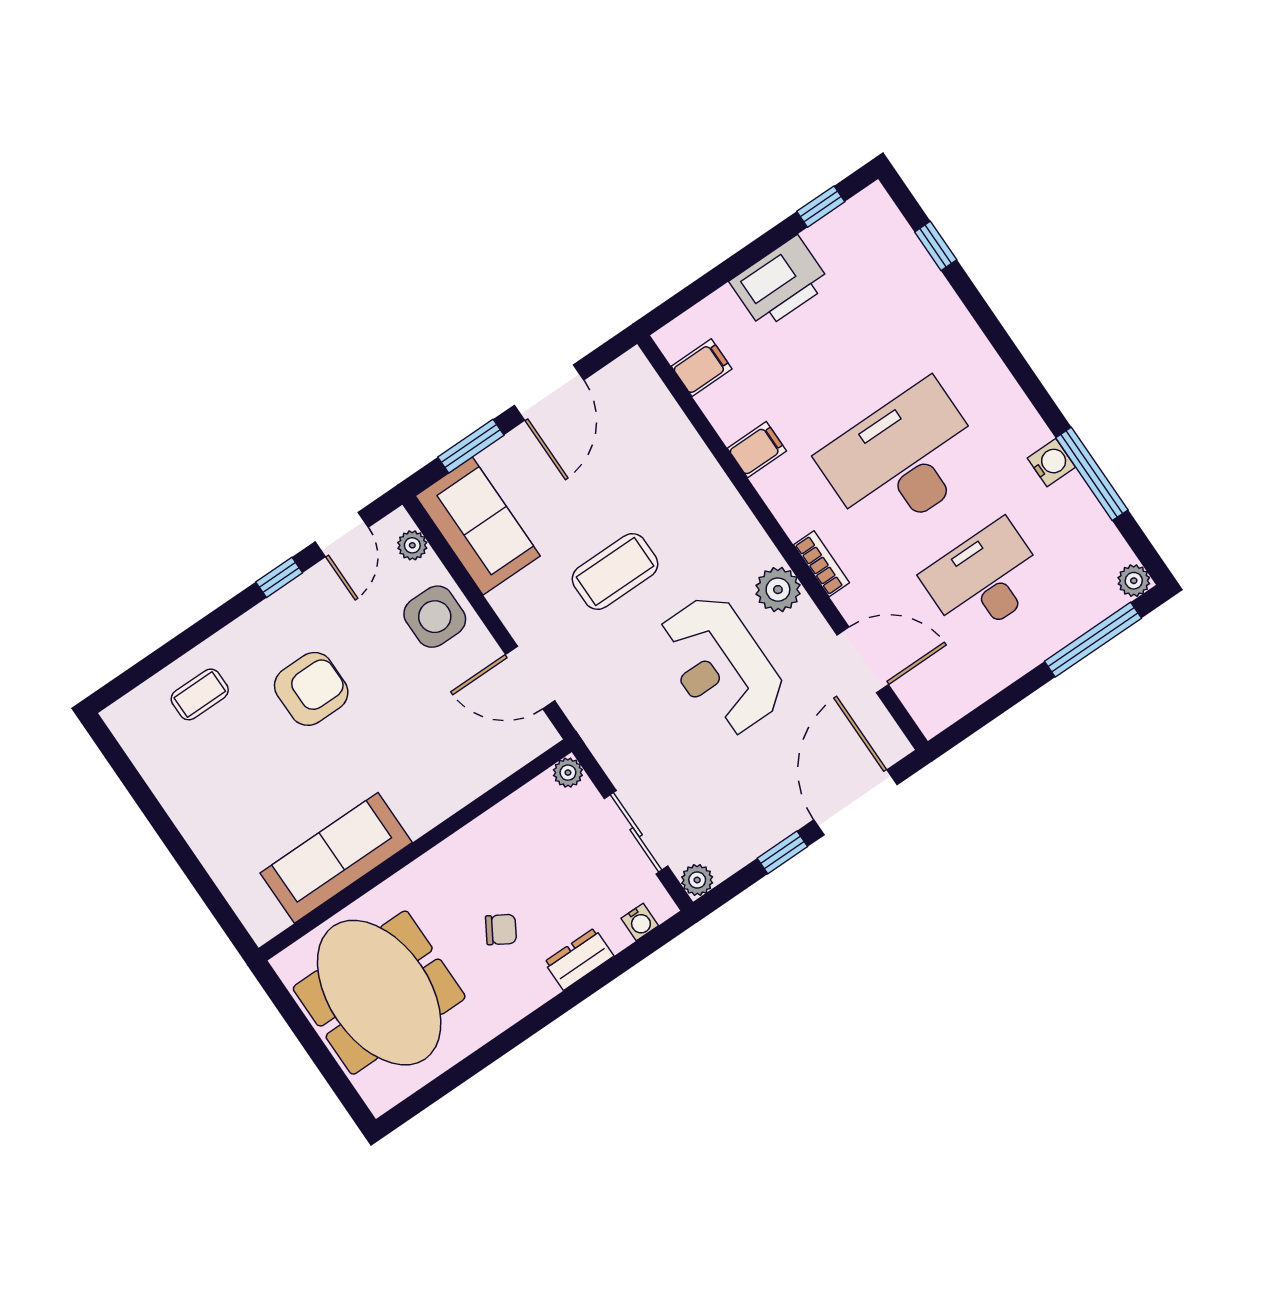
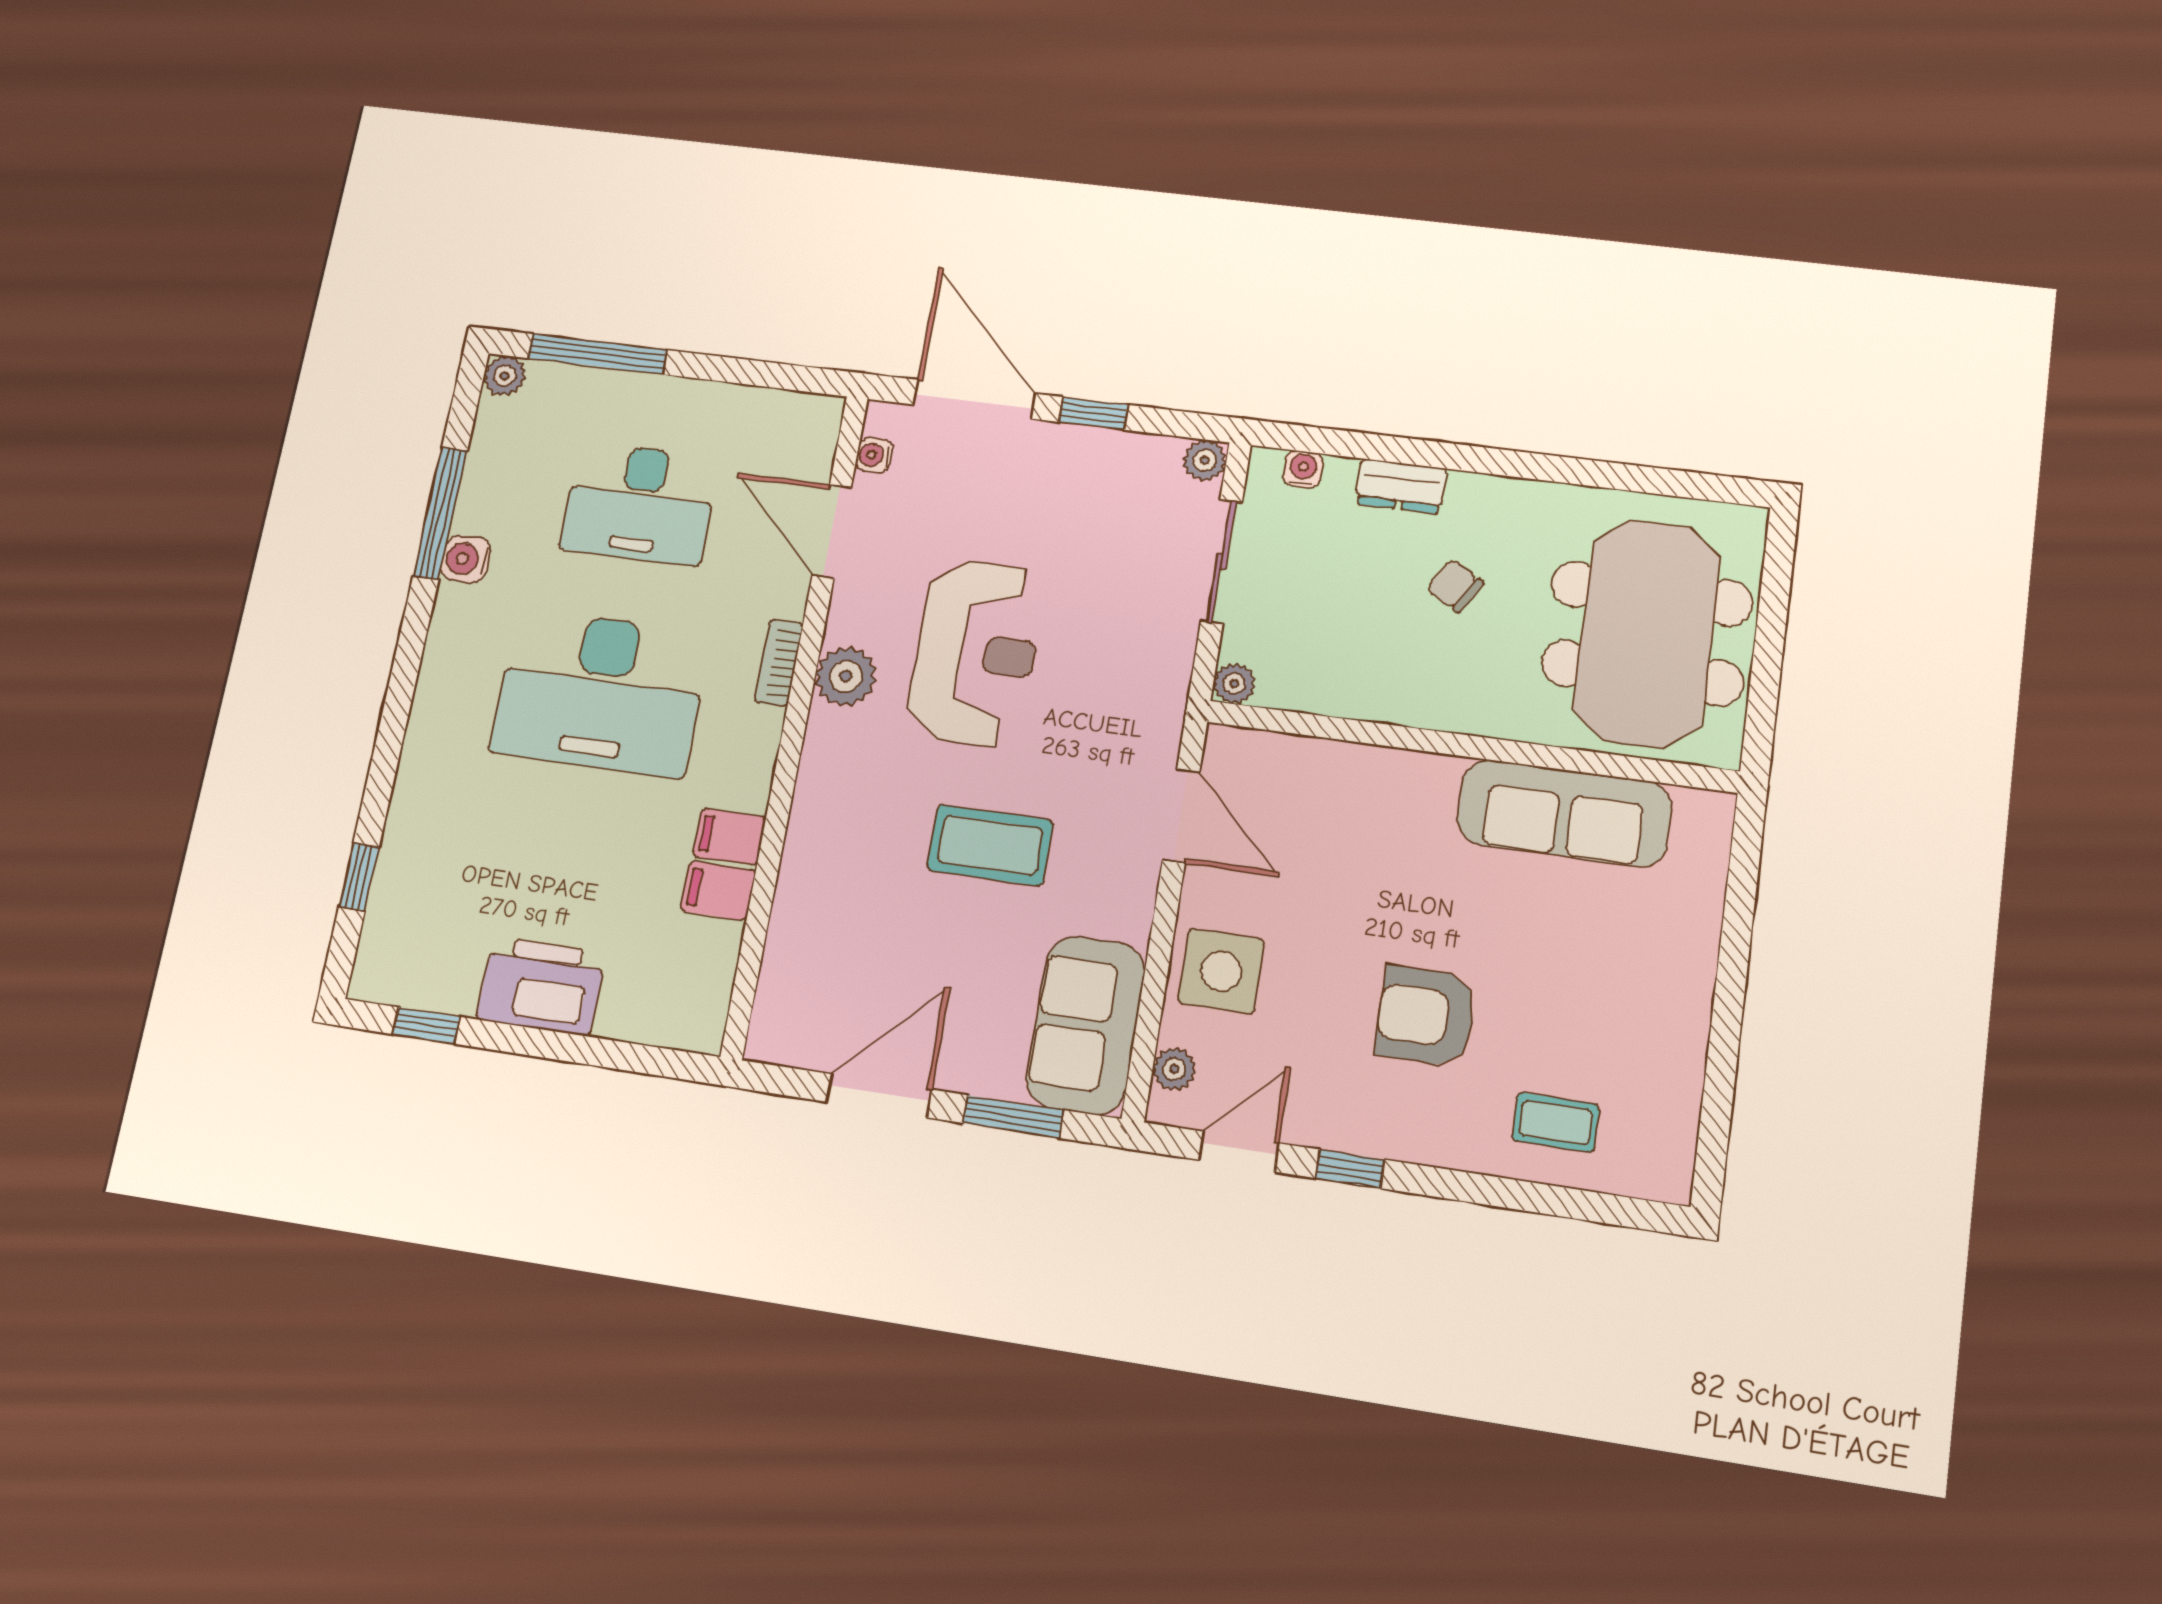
filing cabinet: (702, 368) -> (718, 891), moved
water cooler: (881, 722) -> (874, 455), added
door: (855, 802) -> (974, 399), swing flipped

